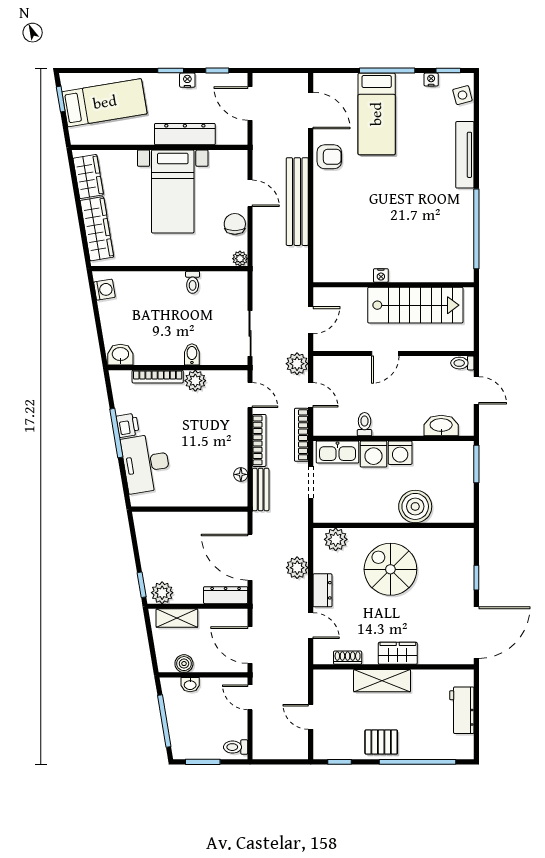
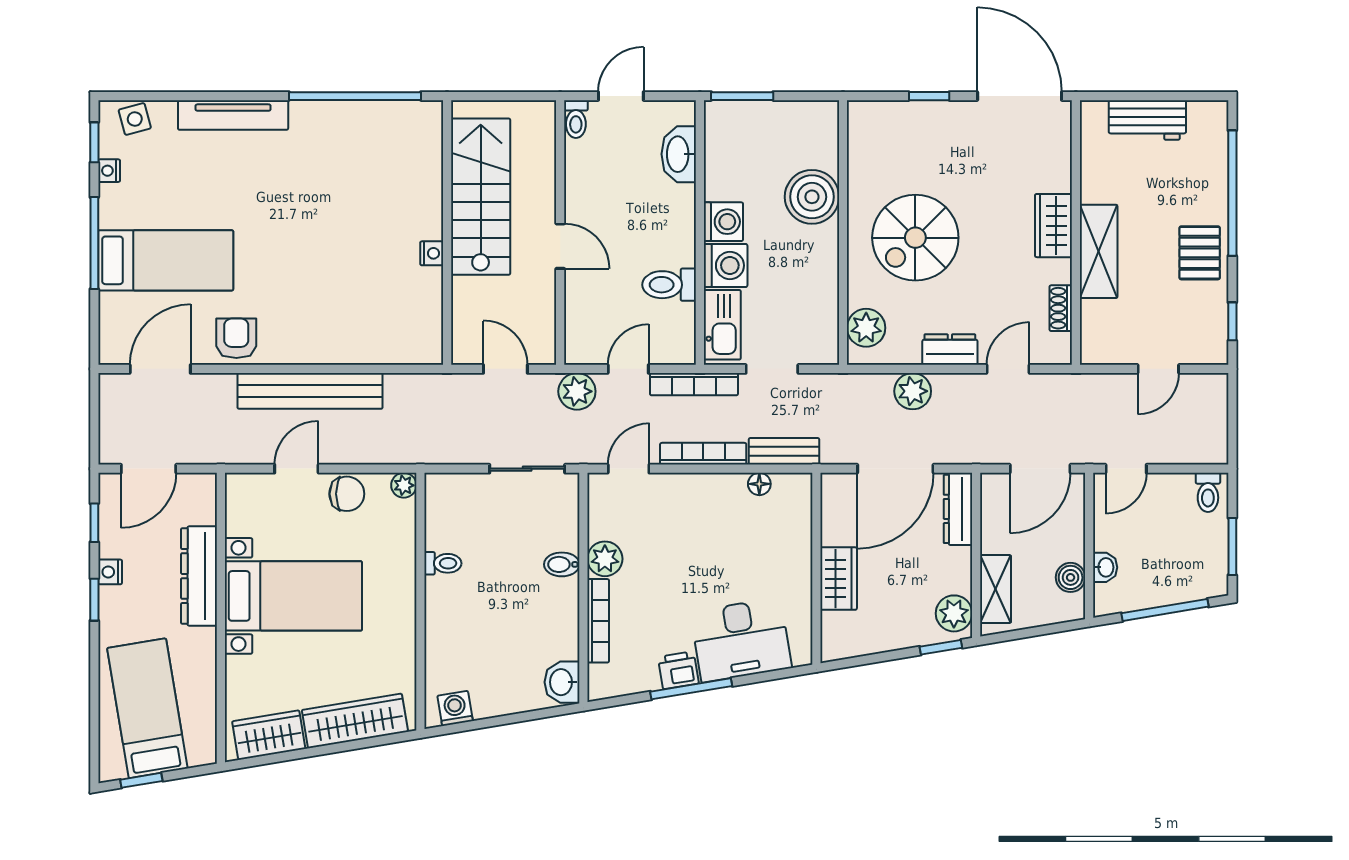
chair: (235, 224) -> (347, 494), turned 180
toilet: (365, 424) -> (669, 285), width x1.37, depth x1.39
wardrobe: (183, 523) -> (839, 579), added

